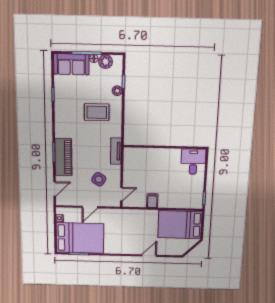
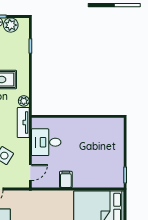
plant: (117, 91) -> (24, 101), moved
desk: (193, 162) -> (46, 142), moved, turned -90

